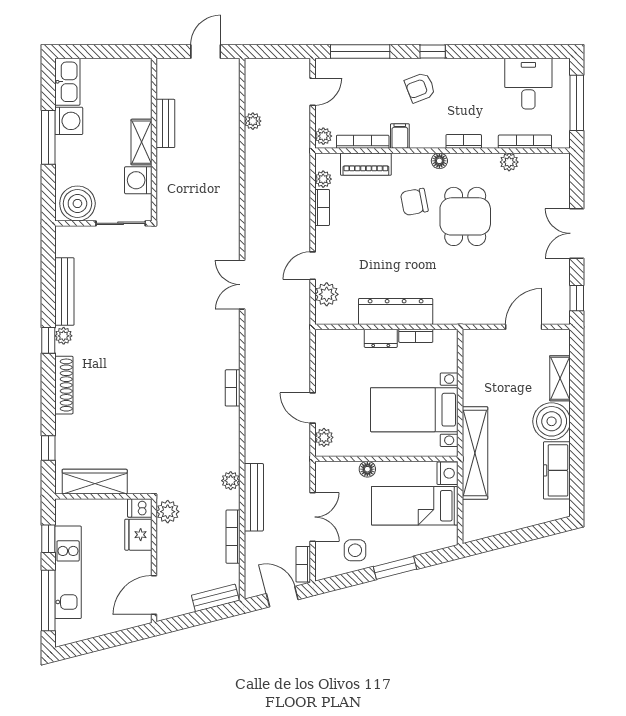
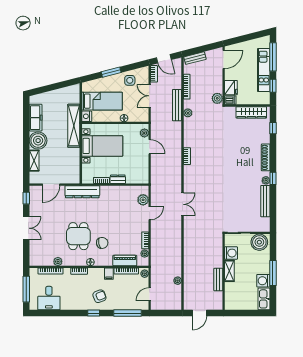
dresser: (396, 311) -> (82, 192), moved

